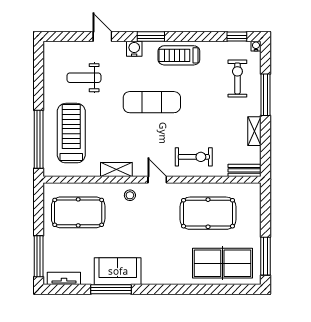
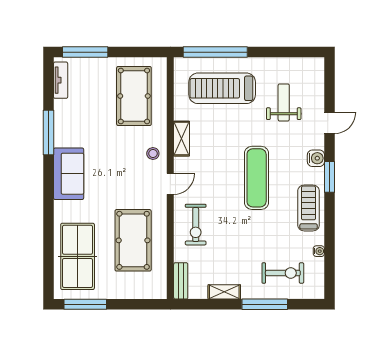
window: (237, 37) -> (329, 272), removed
water cooler: (256, 46) -> (319, 251), moved
treadmill: (71, 133) -> (222, 88), turned 180
sofa: (118, 271) -> (69, 174), moved

